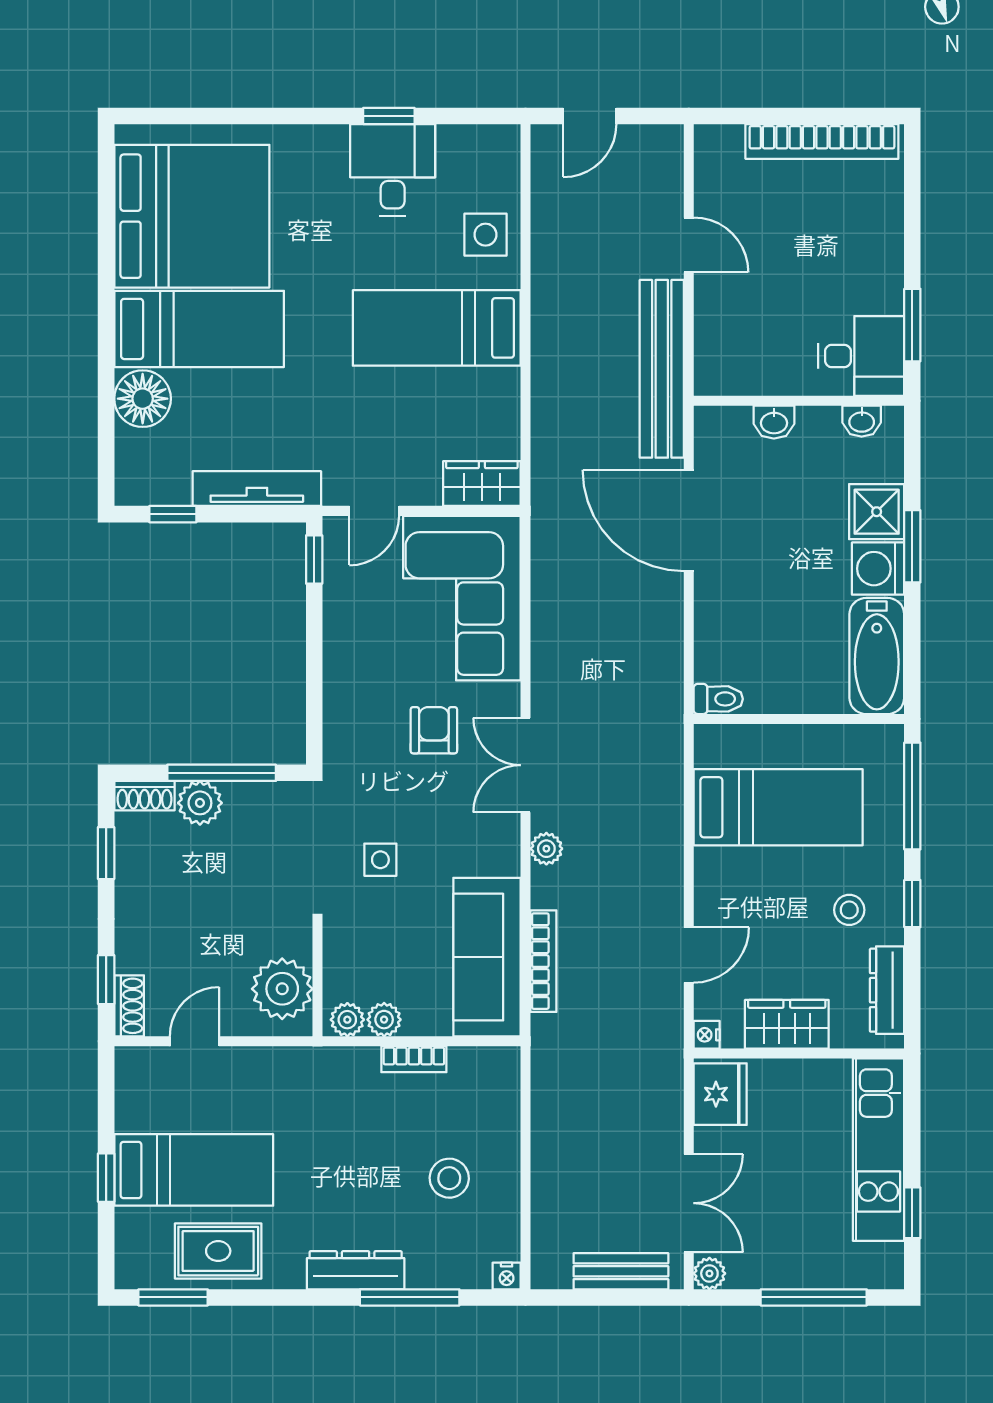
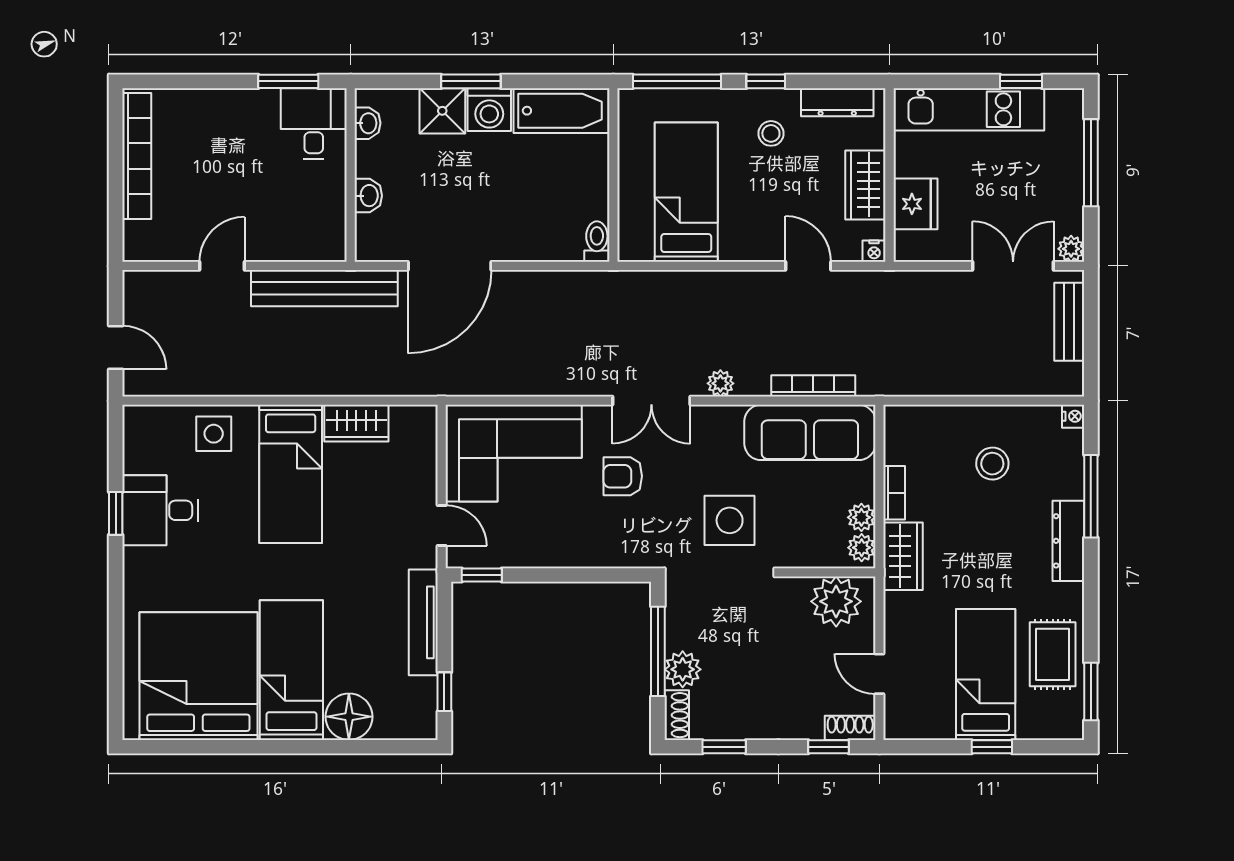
wardrobe: (482, 483) -> (356, 423), moved, turned -90
side table: (380, 860) -> (730, 520), width x1.87, depth x1.87
wardrobe: (337, 1070) -> (903, 556), added
fridge: (720, 1094) -> (915, 204), moved, turned 90

